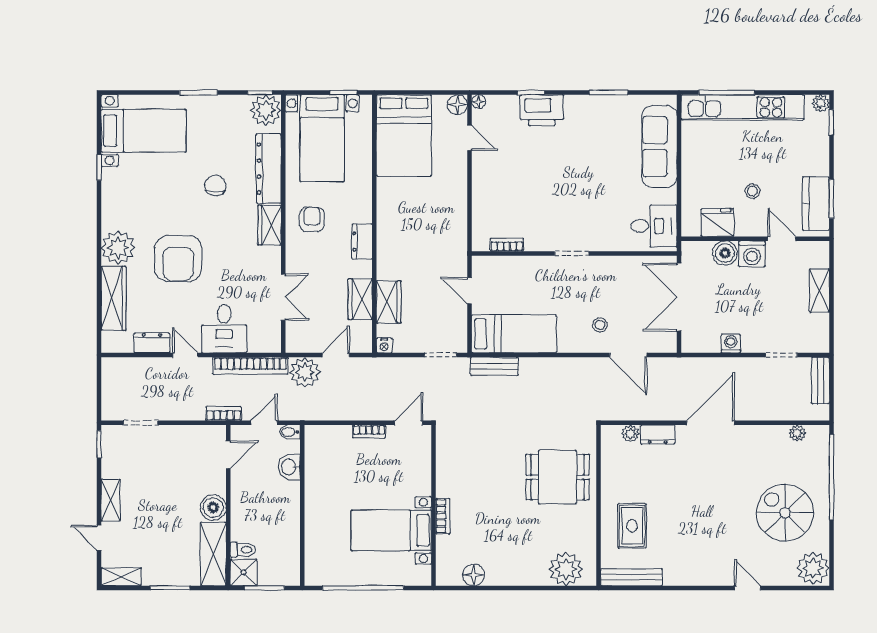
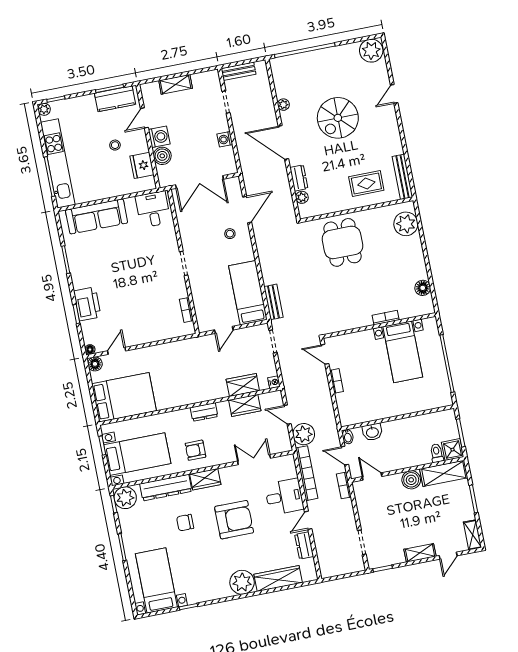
armchair: (178, 258) -> (234, 520), moved
plant: (797, 433) -> (283, 105), moved
spiral stairs: (785, 513) -> (338, 118), moved

